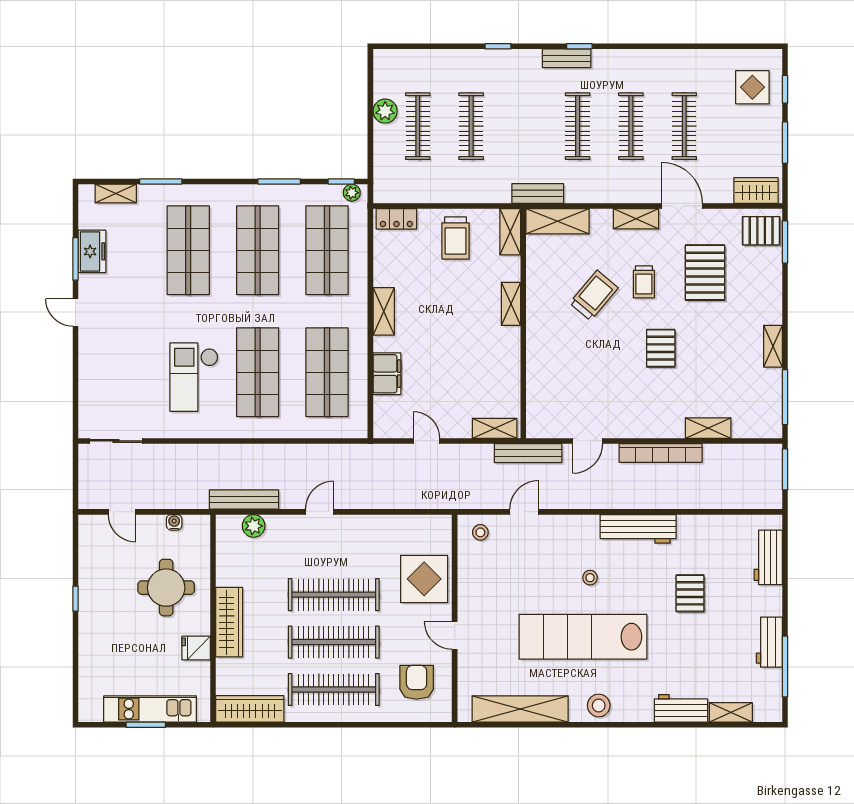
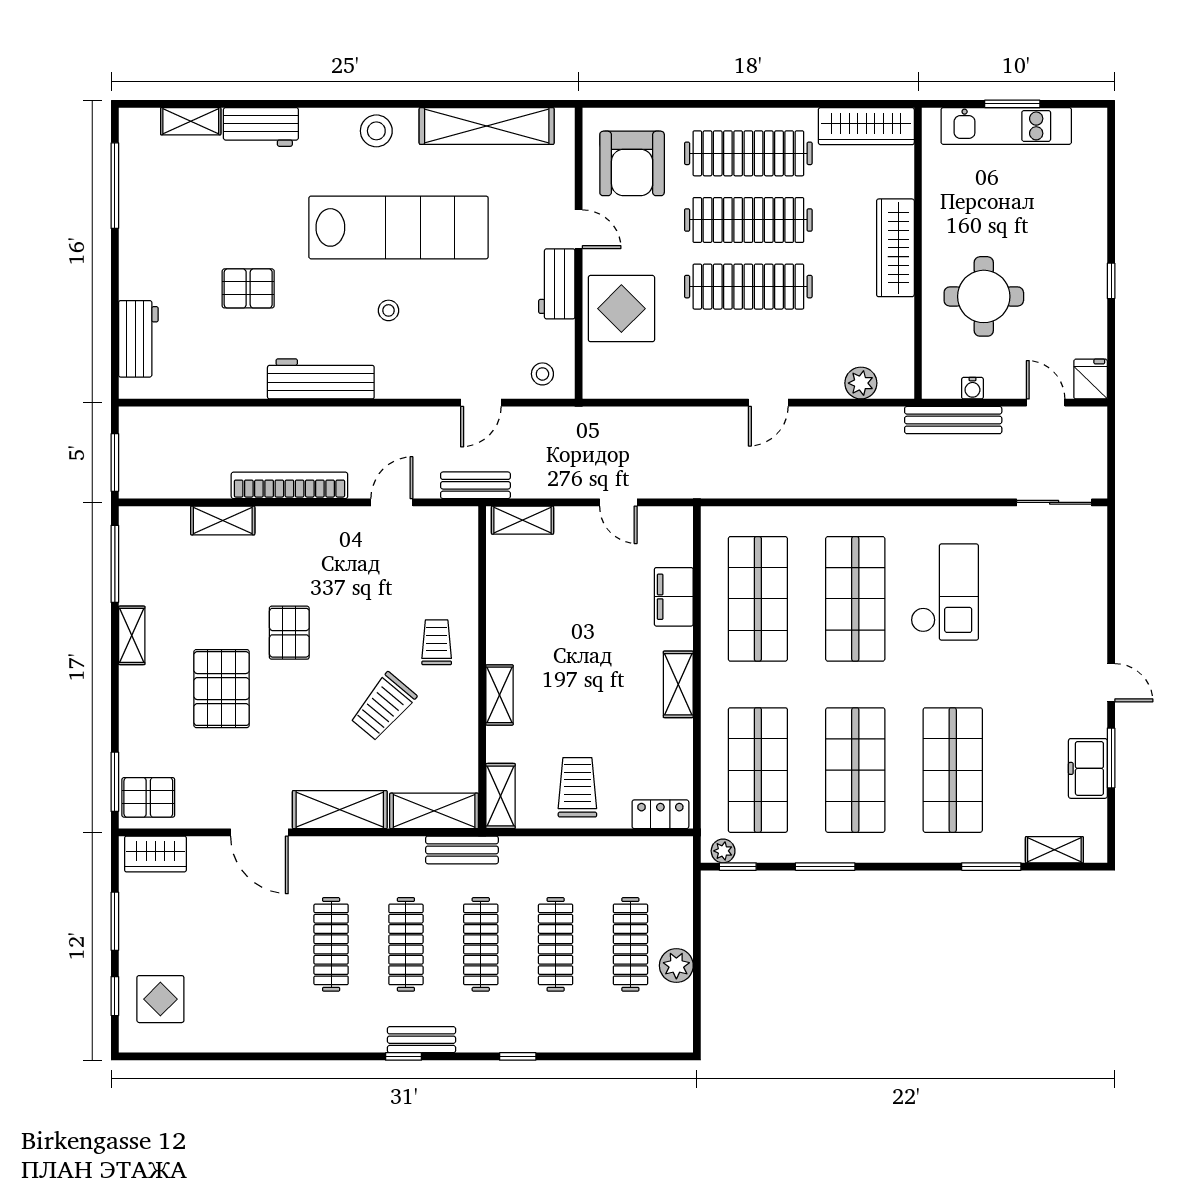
clothes rail: (684, 126) -> (481, 944), moved
shelving: (636, 219) -> (340, 810), width x1.50, depth x1.33
pallet: (705, 273) -> (222, 689), moved
trolley: (644, 282) -> (437, 642), moved
bench: (528, 453) -> (475, 485), width x0.73
bench: (244, 500) -> (953, 420), moved
pallet: (690, 593) -> (248, 288), turned 90
workbench: (769, 642) -> (557, 284), moved, turned 180
fridge: (196, 648) -> (1091, 379), moved, turned -90
armchair: (417, 682) -> (632, 163), width x1.36, depth x1.36

